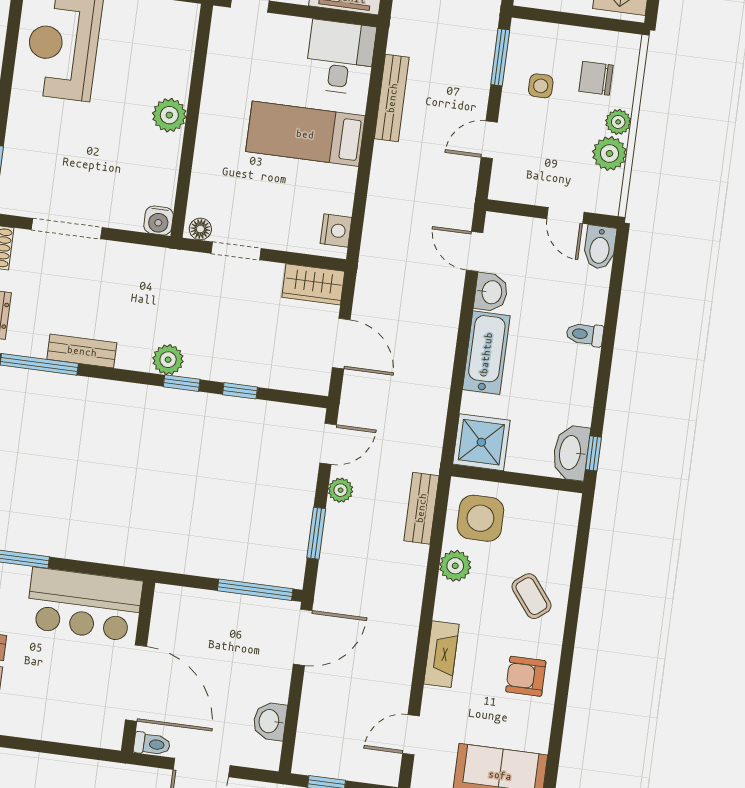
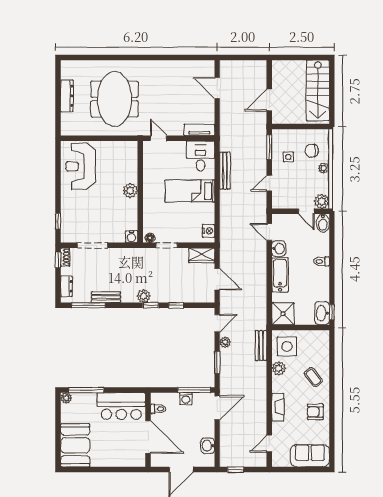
plant: (610, 154) -> (322, 201), moved
washing machine: (234, 607) -> (186, 399), added
toilet: (152, 744) -> (158, 409), moved

